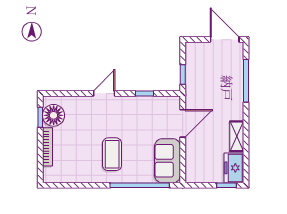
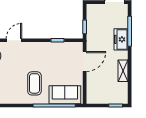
door: (104, 93) -> (14, 40), moved
sofa: (168, 161) -> (65, 95), moved, turned 90
freezer: (234, 168) -> (121, 39), moved

